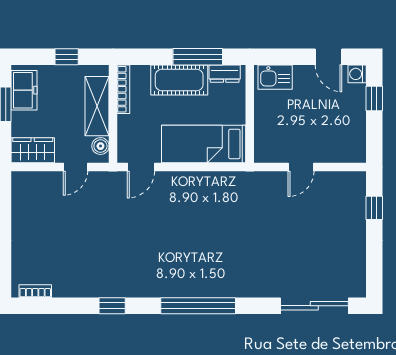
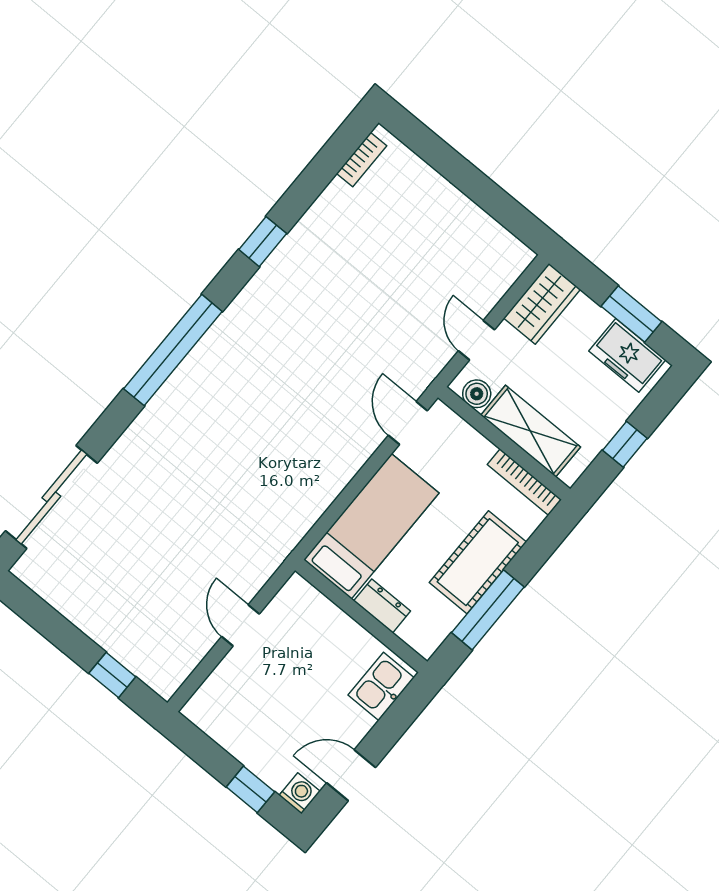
dresser: (225, 74) -> (382, 606), moved, turned 90

